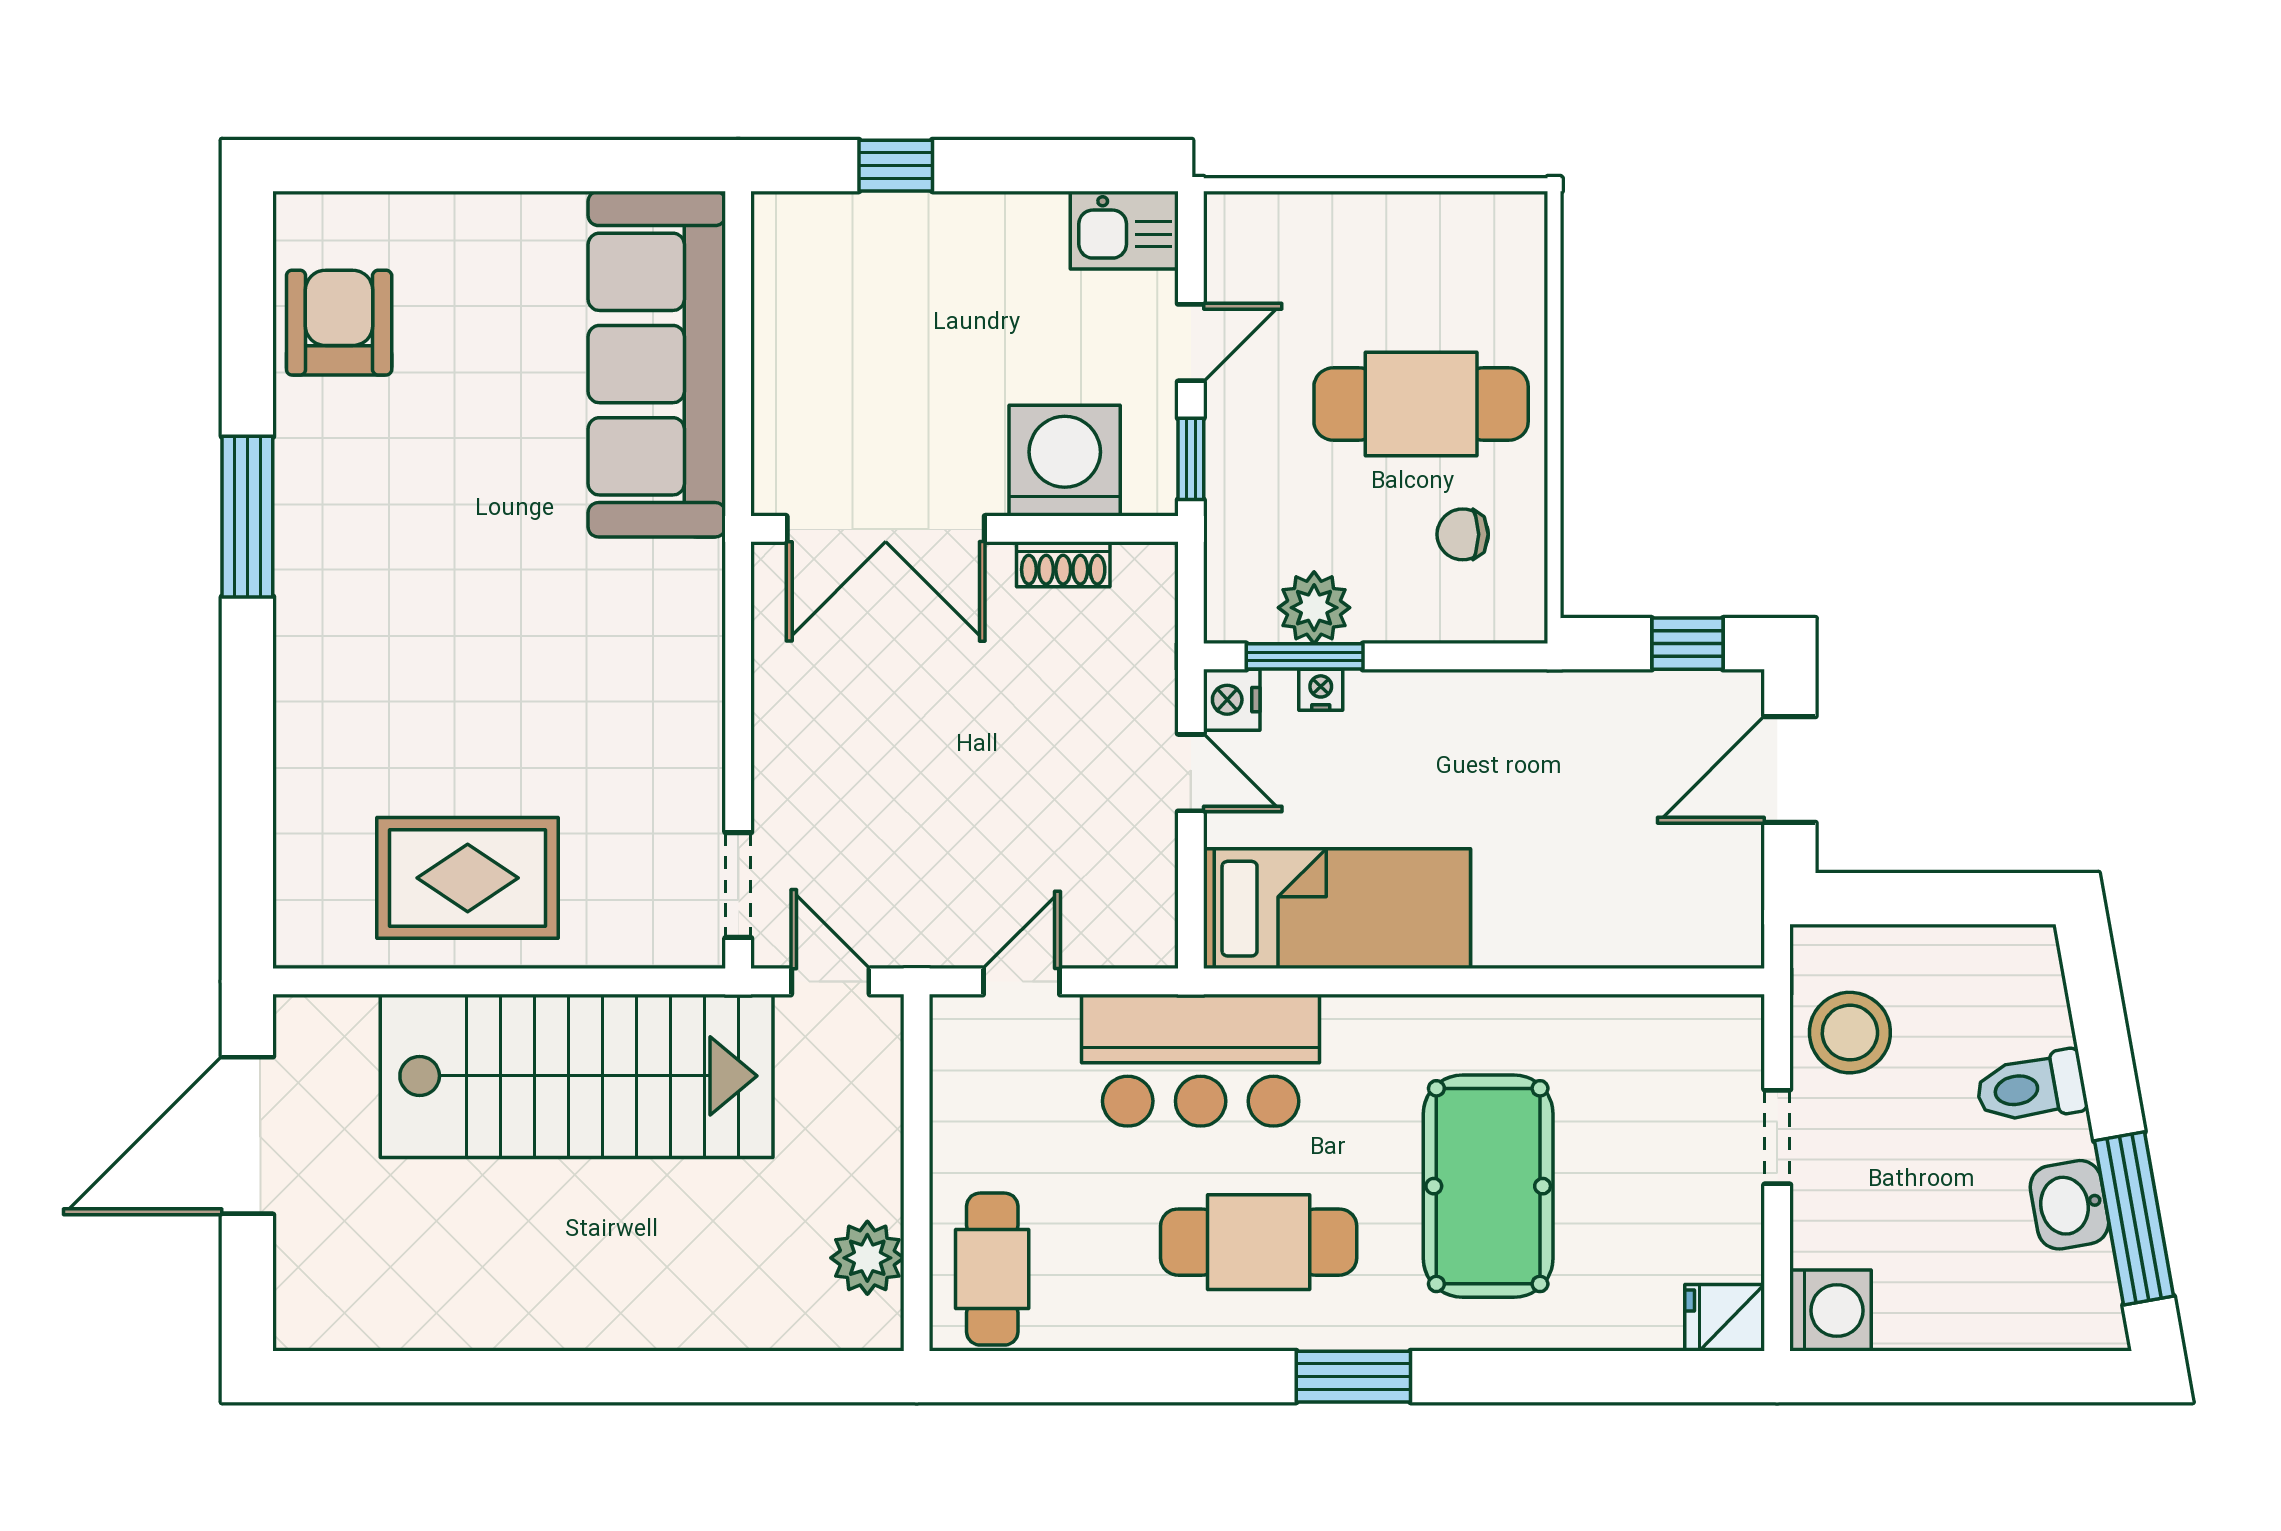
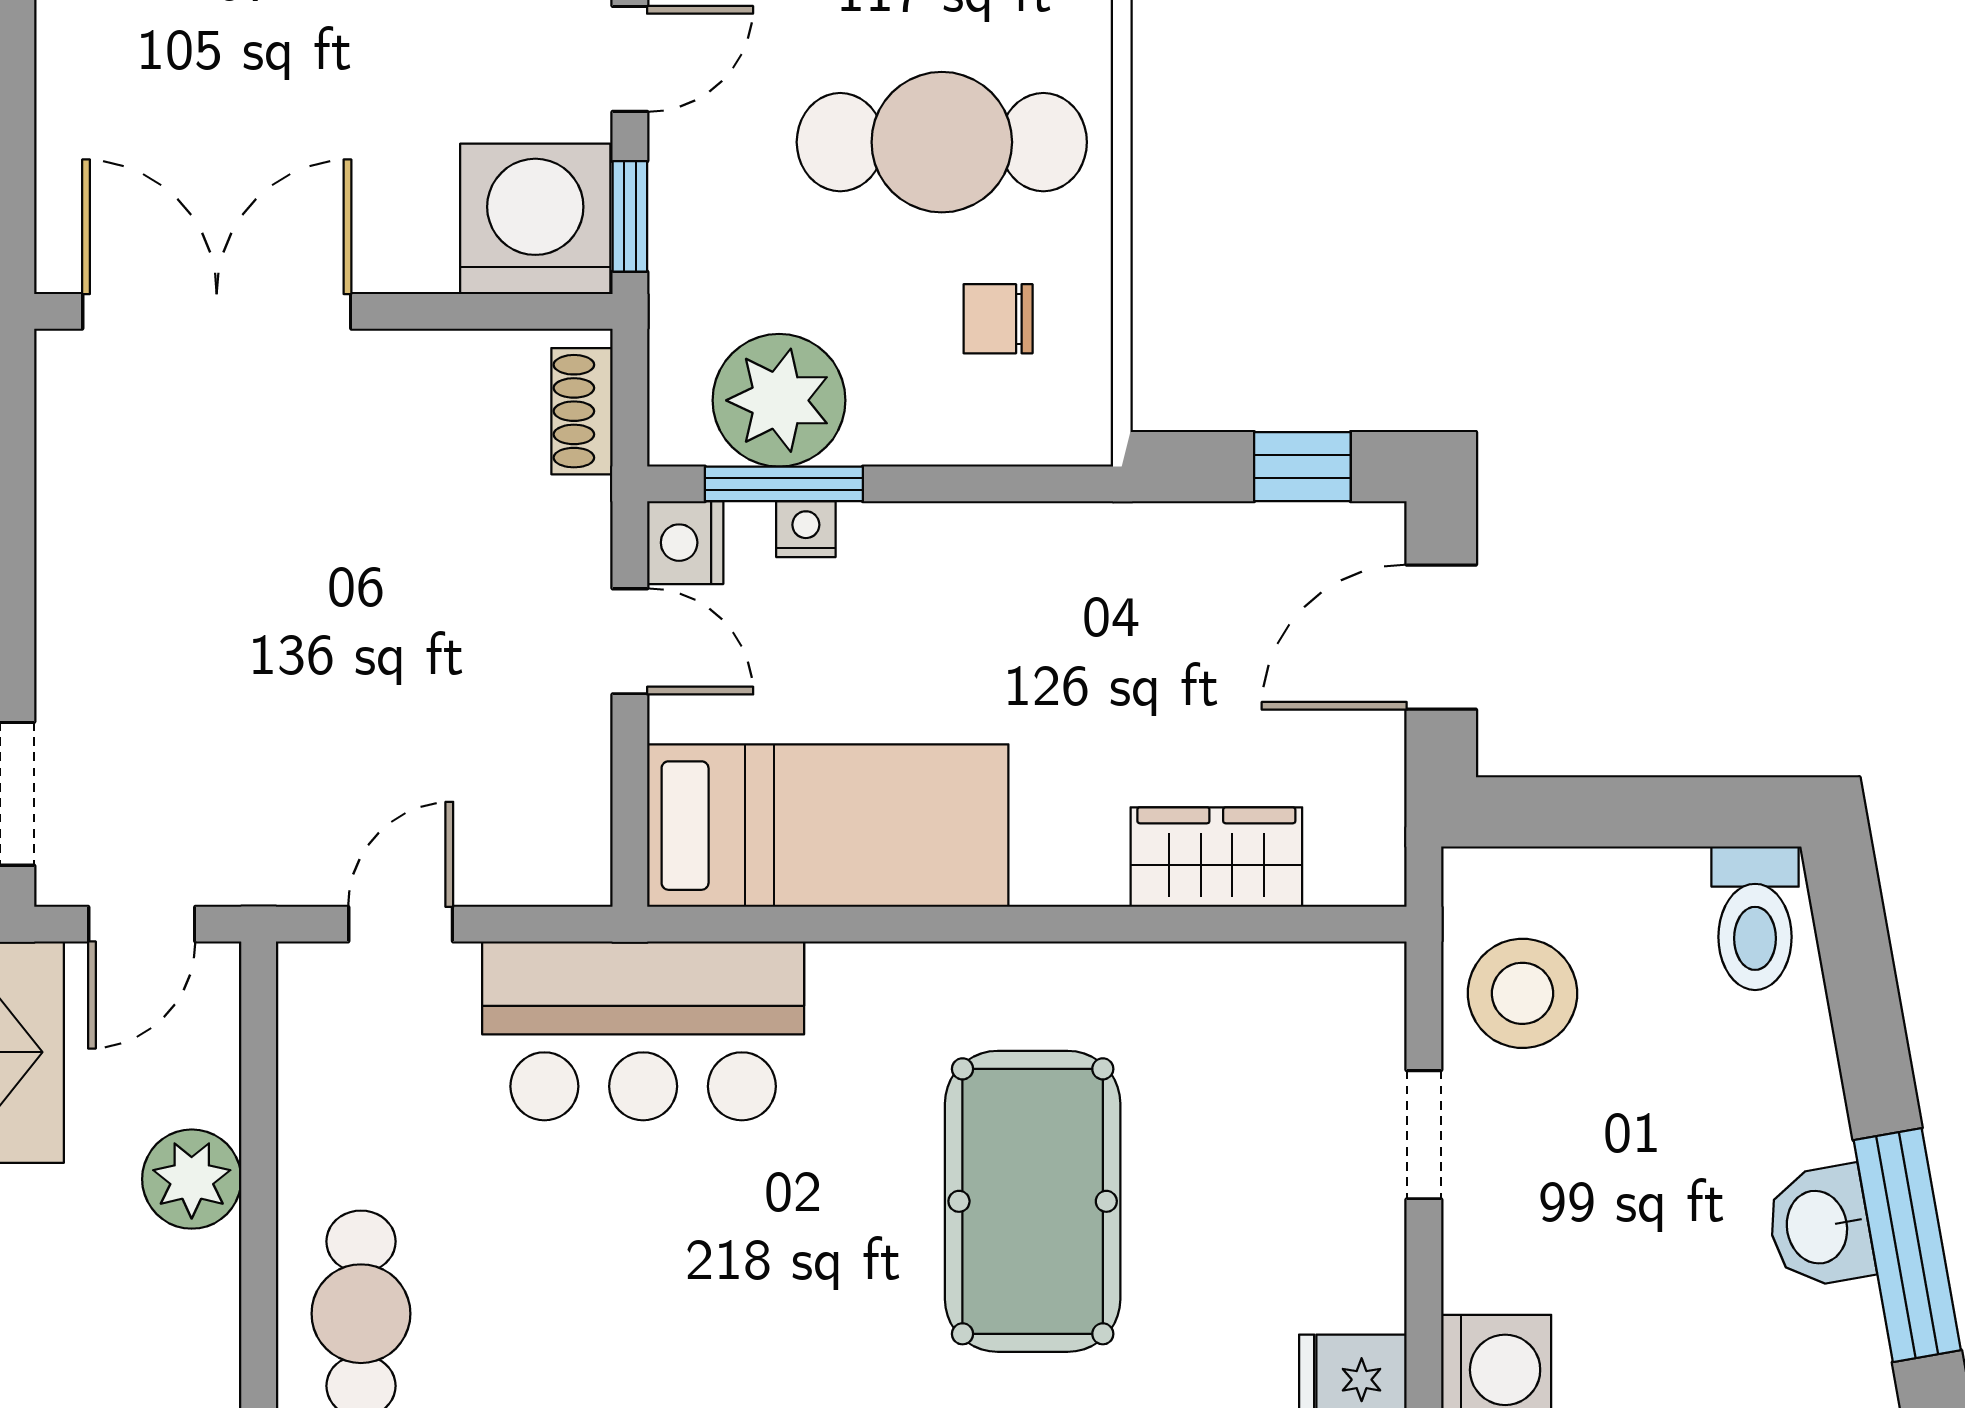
washing machine: (1065, 461) -> (535, 219), moved
double door: (886, 529) -> (217, 311), swing flipped
shoe rack: (1063, 564) -> (582, 411), moved, turned 90
plant: (1314, 608) -> (779, 400), width x1.36, depth x1.36
wardrobe: (1624, 932) -> (1216, 857), added
door: (830, 981) -> (142, 924), swing flipped
toilet: (2031, 1088) -> (1755, 918), moved, turned -80
cafe table: (1259, 1242) -> (722, 1277), removed
plant: (867, 1258) -> (192, 1179), moved

